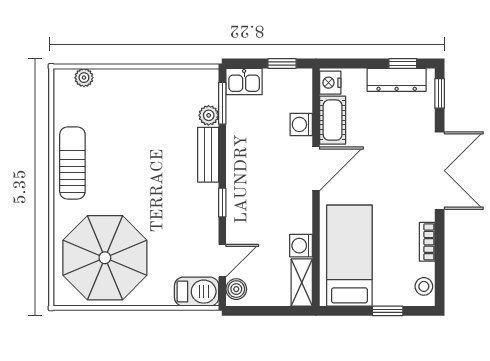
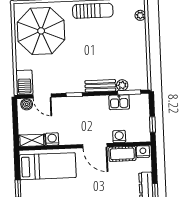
kitchen sink: (244, 81) -> (119, 102), moved, turned -90

